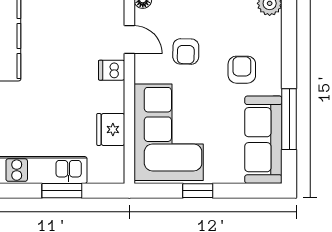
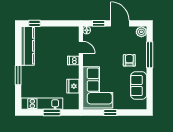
armchair: (186, 51) -> (105, 53), removed
window: (289, 119) -> (150, 55), moved
sofa: (263, 140) -> (139, 86), width x0.73

